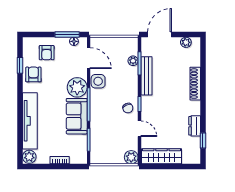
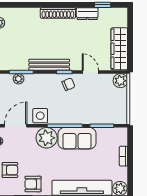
bench: (146, 76) -> (49, 65), moved
shoe rack: (195, 84) -> (58, 13), moved
door: (140, 129) -> (90, 72), hinge flipped

